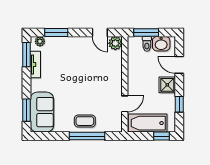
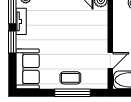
window: (26, 110) -> (12, 42), moved

